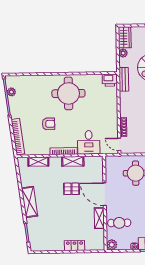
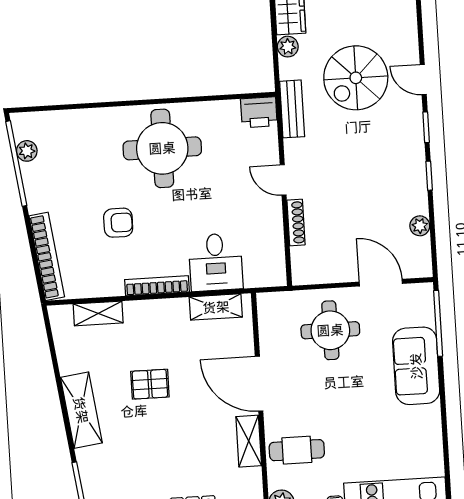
door: (119, 144) -> (283, 180), moved
shelving: (73, 161) -> (216, 307), moved
pallet: (71, 189) -> (150, 384), moved

